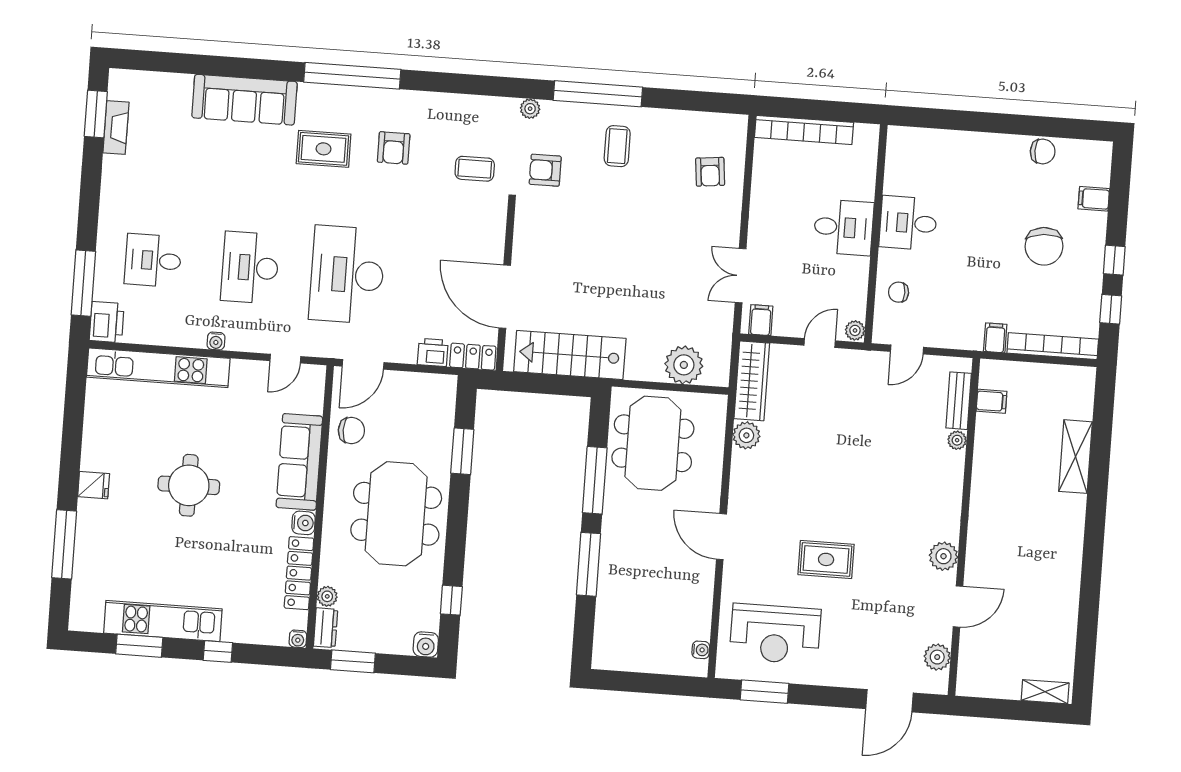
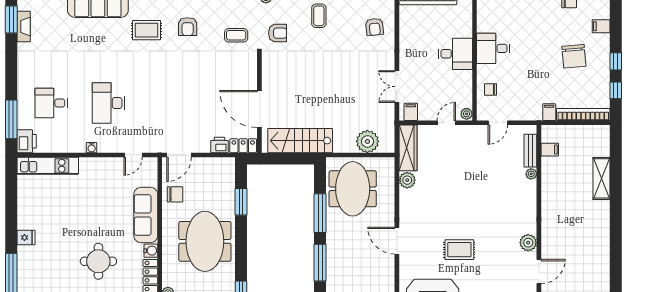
armchair: (545, 170) -> (278, 33), turned 180
desk: (347, 275) -> (166, 103), removed
kitchen unit: (158, 368) -> (48, 166), width x0.73
round table: (189, 485) -> (98, 261), moved

